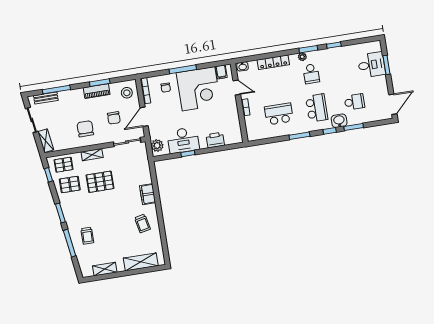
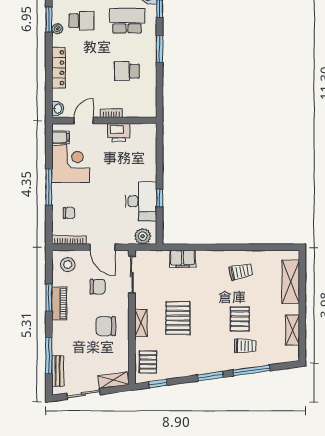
corner desk: (198, 89) -> (71, 164), width x0.74, depth x0.74
school desk: (279, 114) -> (127, 71), width x0.54
printer: (215, 140) -> (119, 133), moved, turned -90
pallet: (70, 184) -> (240, 319), moved
filing cabinet: (148, 194) -> (183, 259), moved

